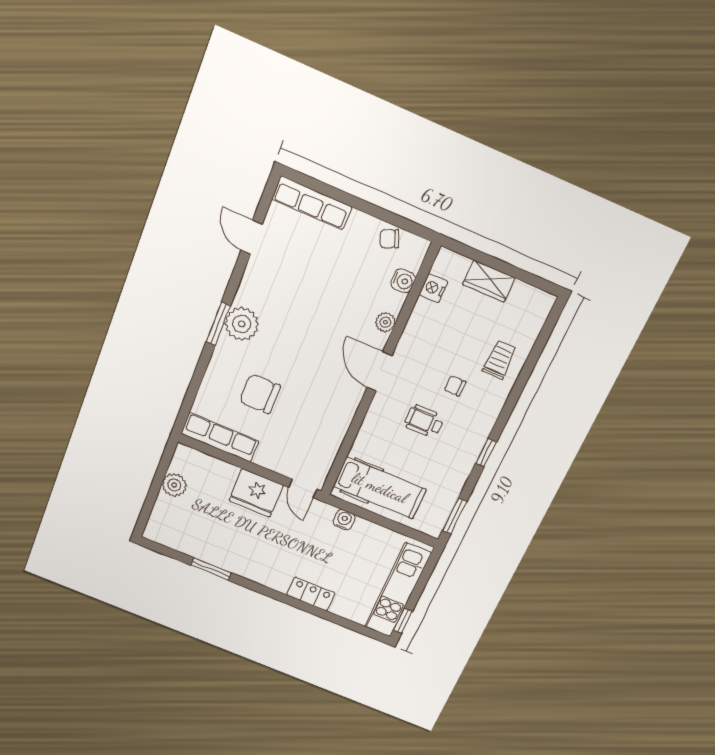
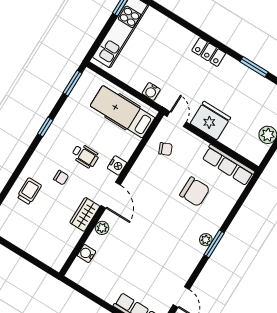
chair: (389, 239) -> (165, 149), moved
wardrobe: (489, 281) -> (85, 214), moved, turned -90
nightstand: (433, 288) -> (117, 165), moved
plant: (242, 324) -> (206, 240), width x0.53, depth x0.53
trolley: (500, 360) -> (29, 191), turned 180
locker: (311, 594) -> (209, 52), moved

